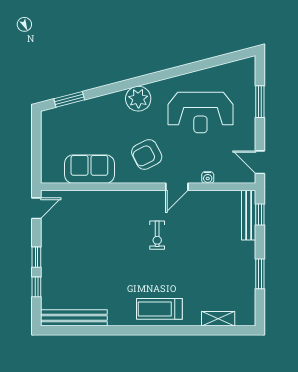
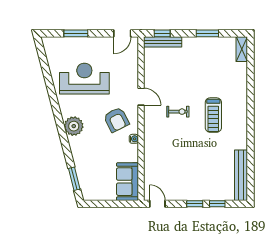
reception desk: (200, 113) -> (84, 79), turned -90
sofa: (89, 169) -> (127, 182), moved
water cooler: (208, 178) -> (134, 139), moved
treadmill: (159, 309) -> (213, 115), moved
shelving: (218, 319) -> (242, 49), moved

